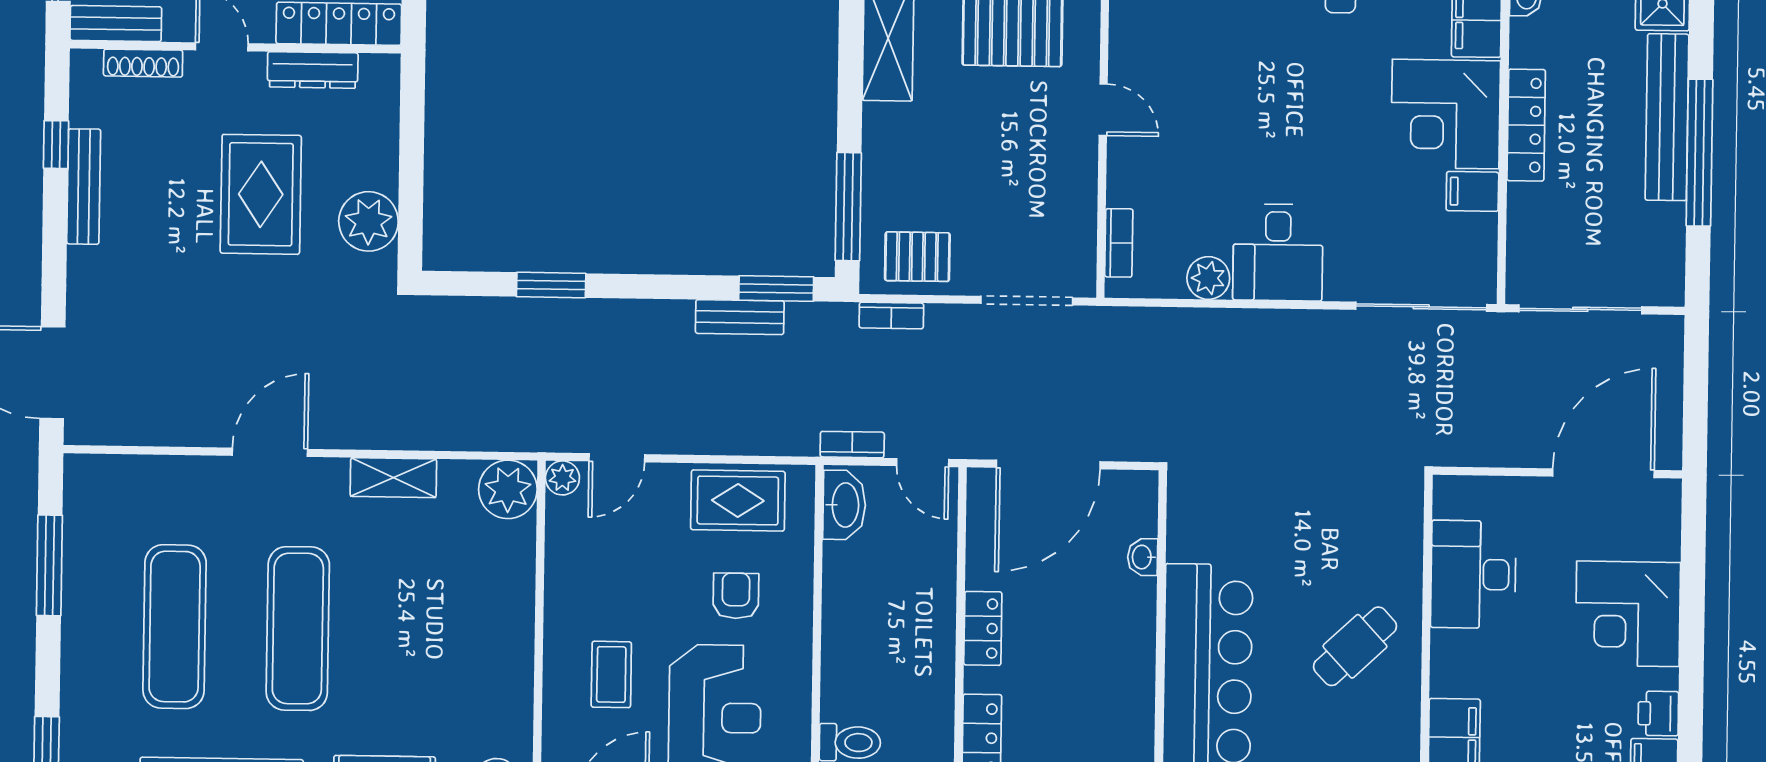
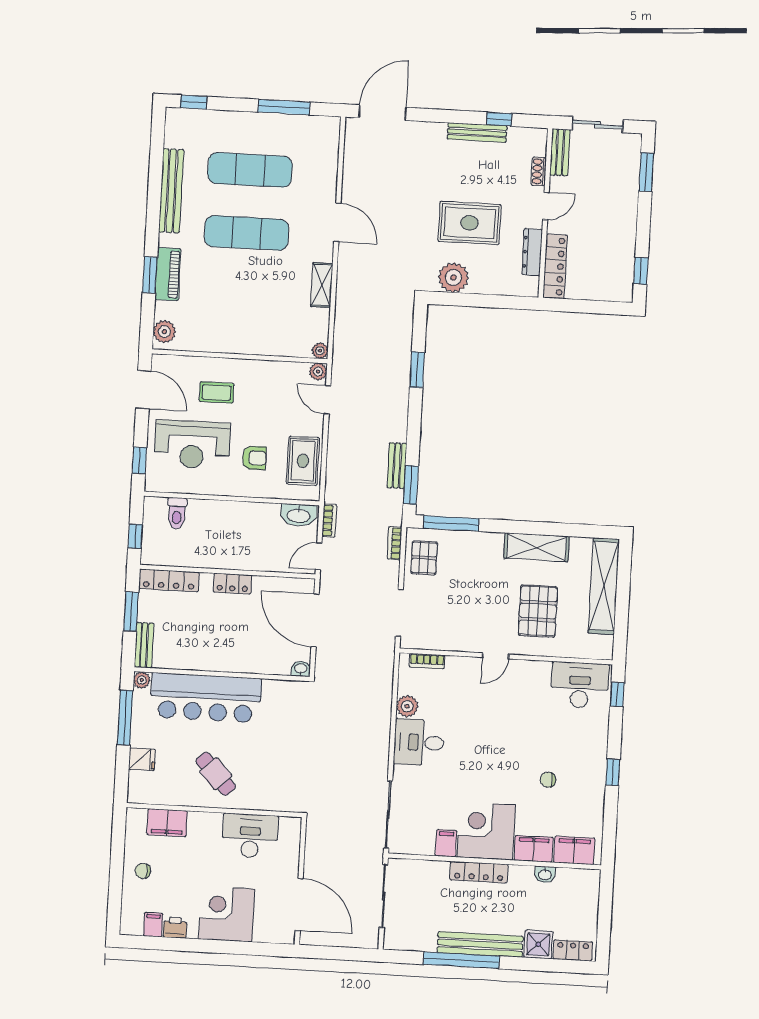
shoe rack: (143, 63) -> (539, 171), width x0.70
plant: (508, 489) -> (320, 351), width x0.53, depth x0.53
washbasin: (1143, 557) -> (301, 669), moved

